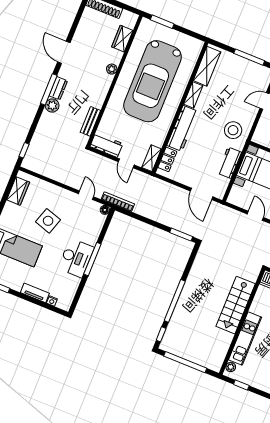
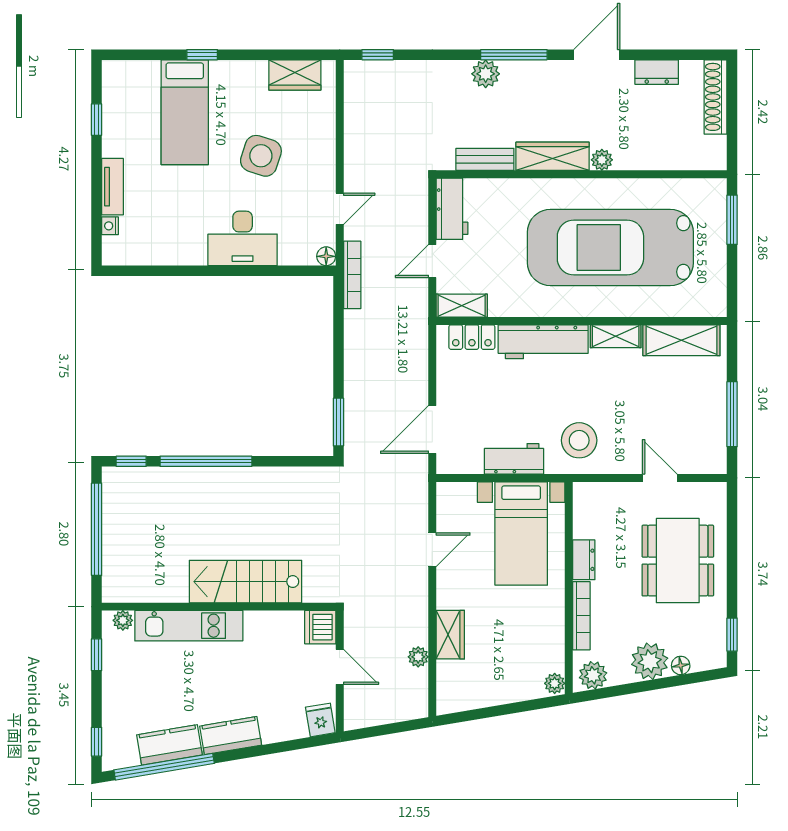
wardrobe: (122, 39) -> (553, 156), moved, width x1.50
dresser: (58, 88) -> (657, 72), moved
desk: (76, 258) -> (243, 238), moved
window: (92, 259) -> (222, 271), removed

